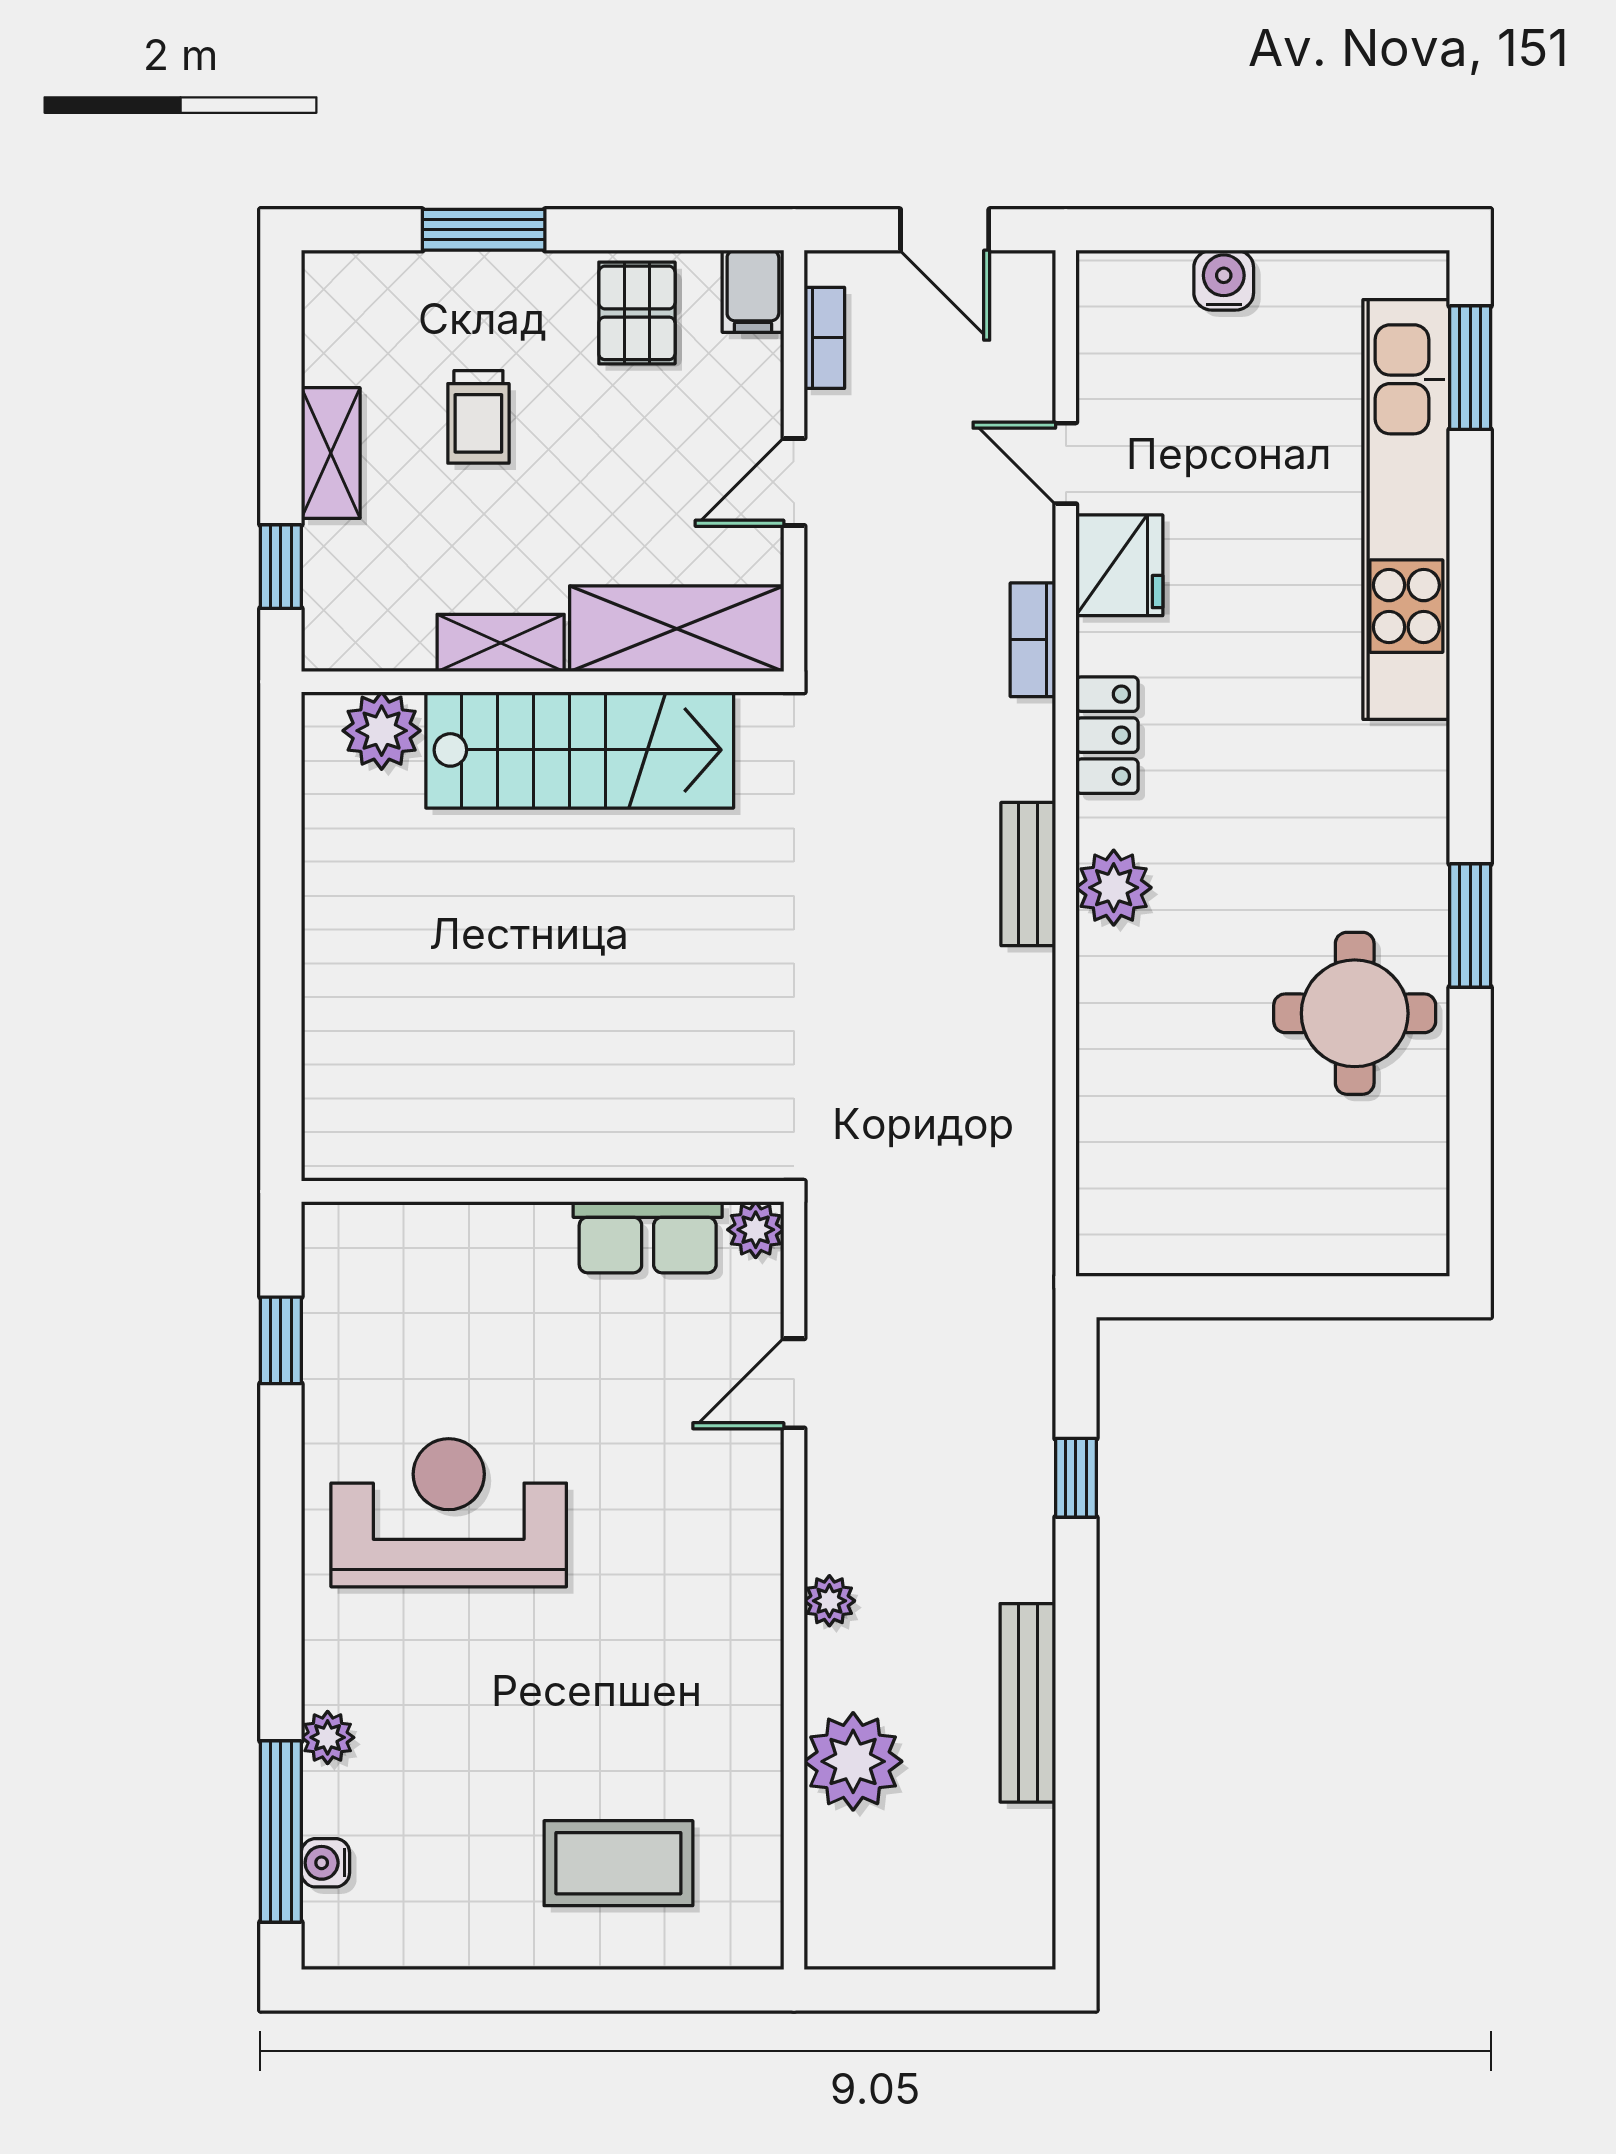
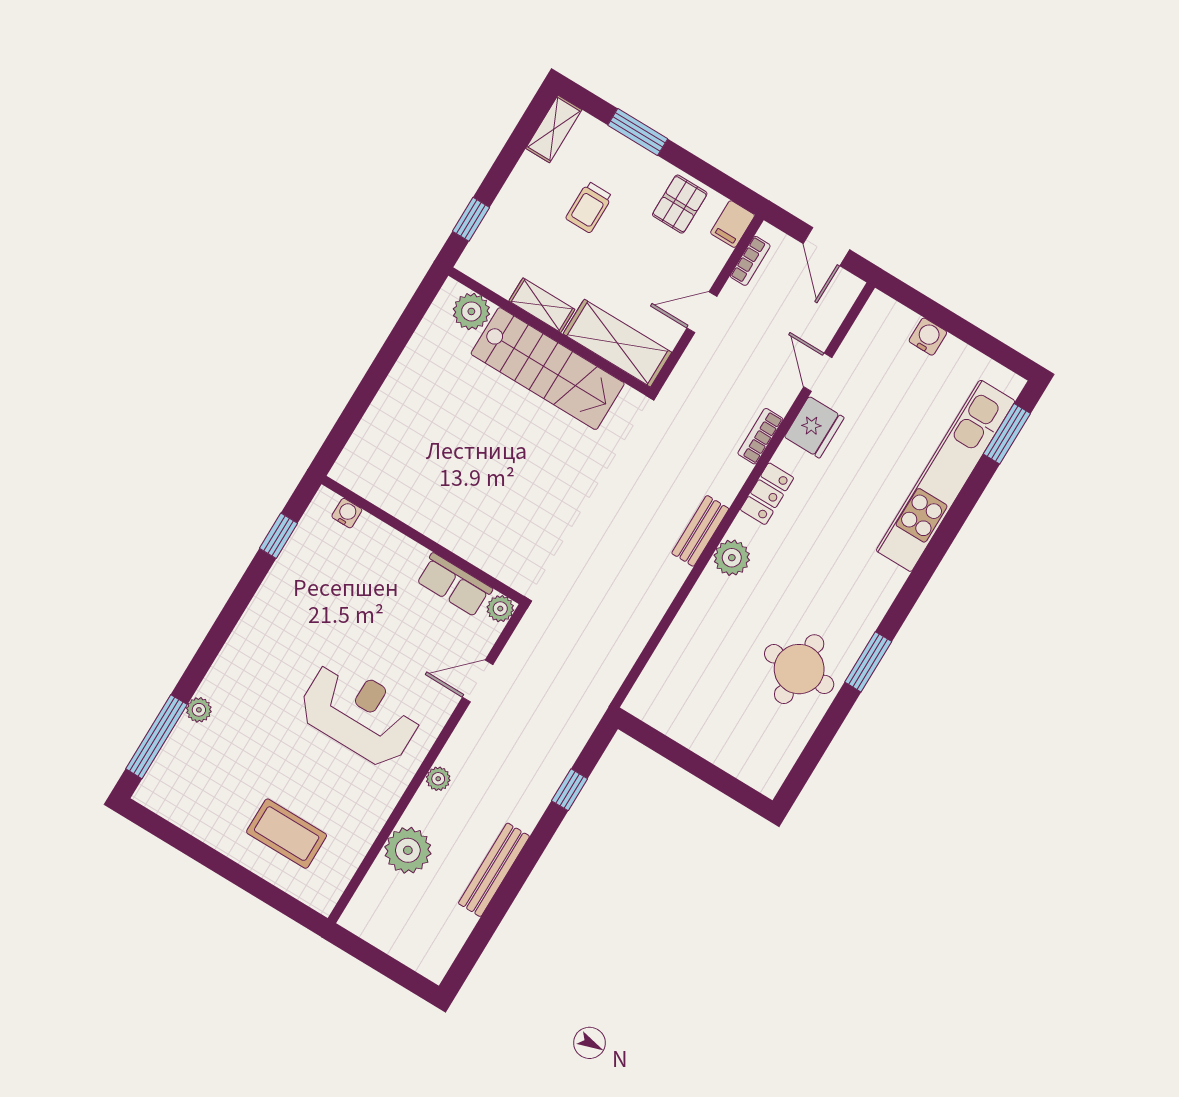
shelving: (331, 453) -> (554, 129), moved
reception desk: (449, 1513) -> (360, 714), moved
water cooler: (325, 1863) -> (347, 513), moved, turned 90

